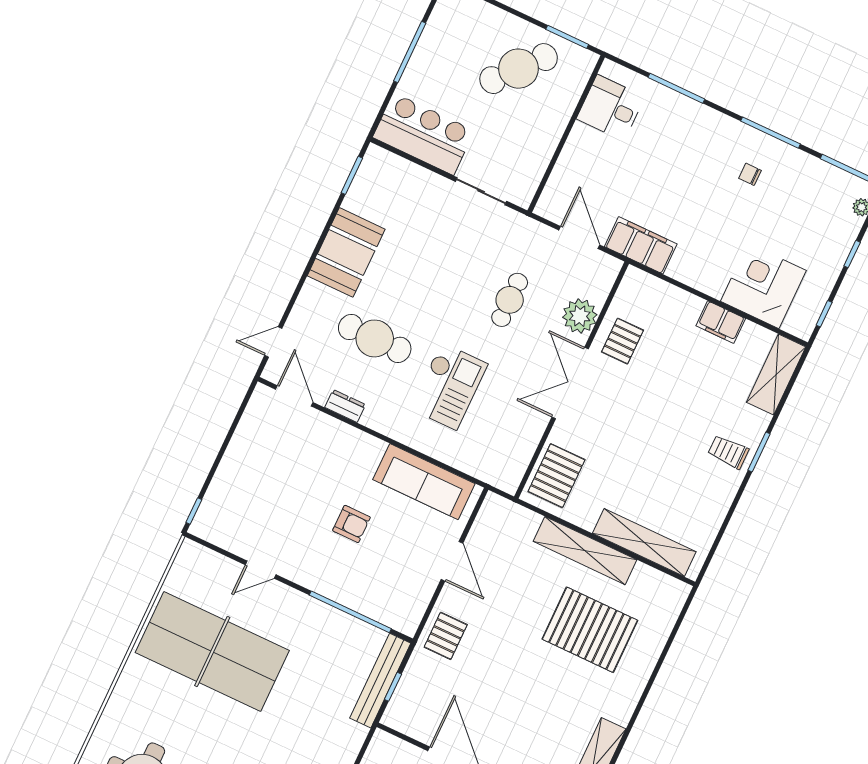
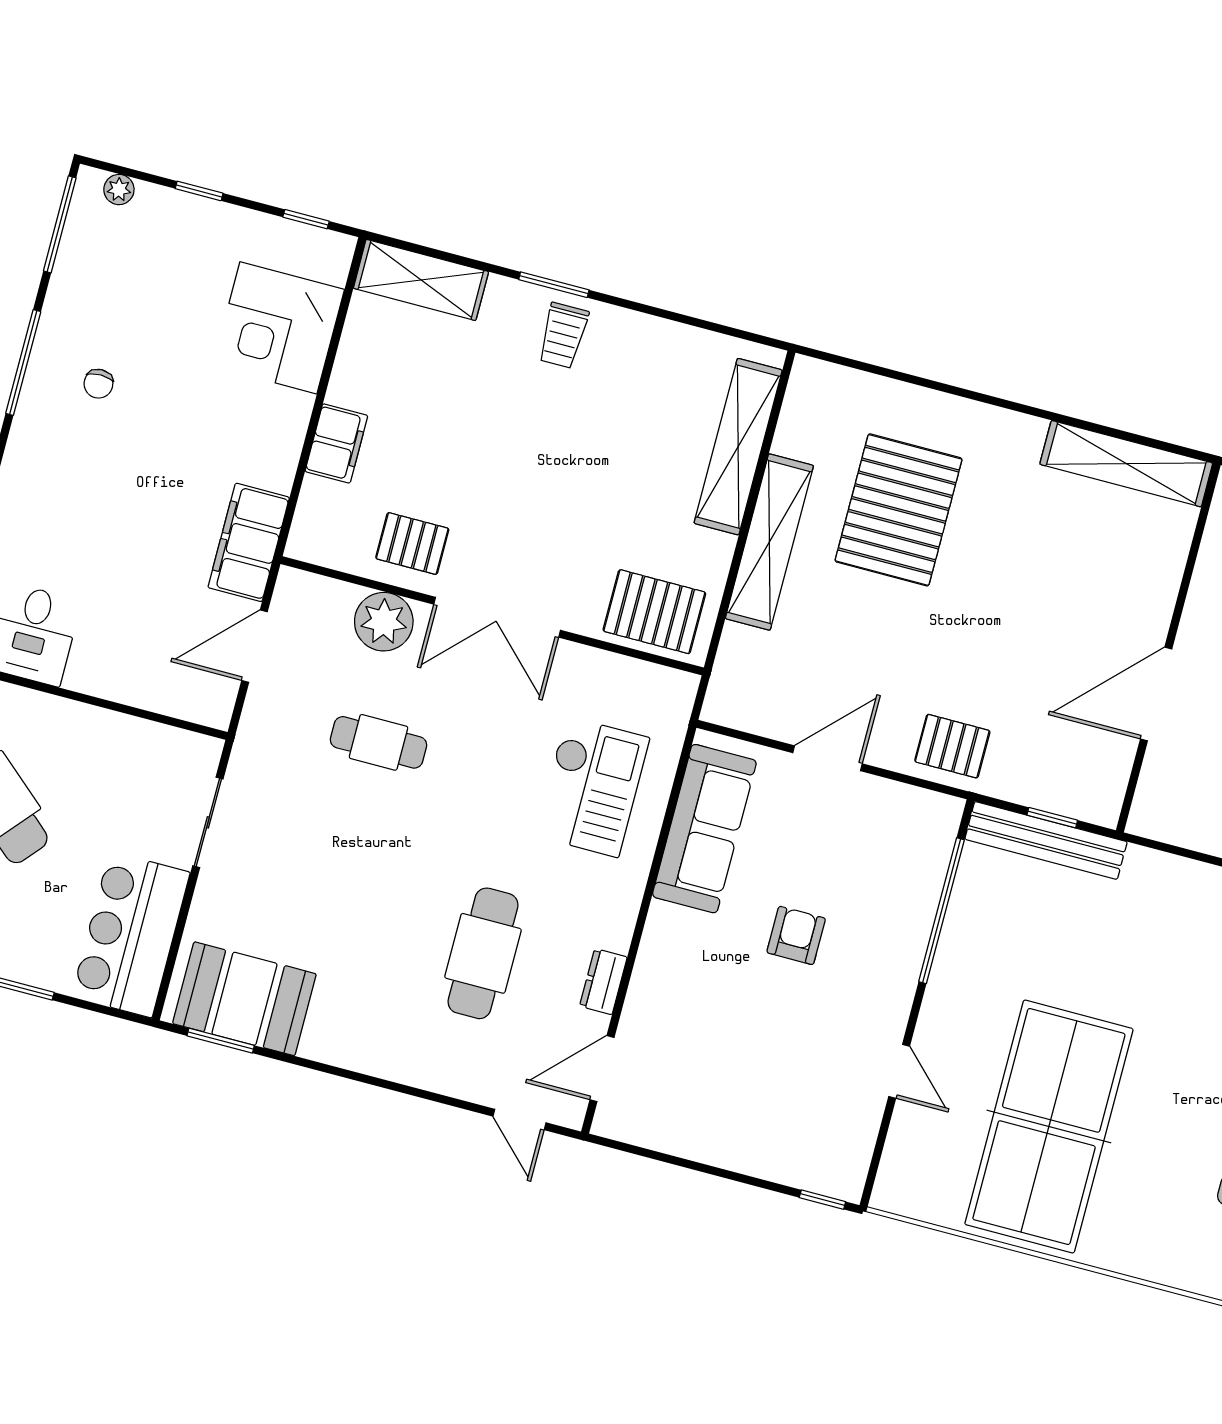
booth: (346, 252) -> (244, 999), moved
filing cabinet: (721, 322) -> (336, 443), moved
checkout: (449, 386) -> (592, 787), moved, turned 90

